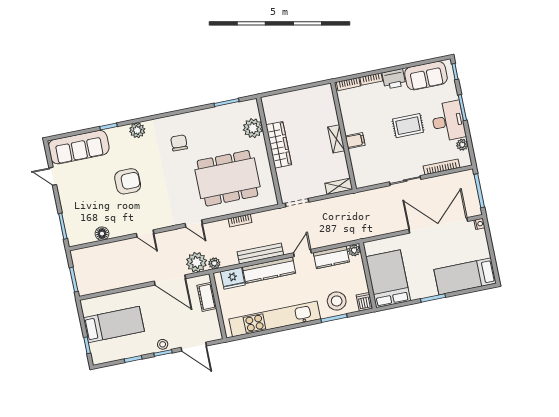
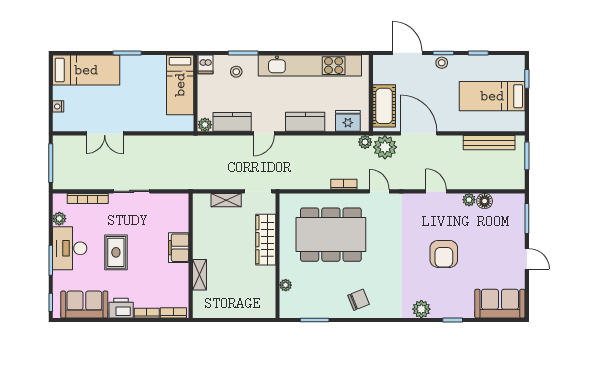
rug: (408, 126) -> (116, 252), turned 90
plant: (253, 128) -> (286, 285), width x0.53, depth x0.53
shelving: (336, 139) -> (200, 275), moved
filing cabinet: (355, 141) -> (179, 248), width x2.00
chair: (179, 143) -> (359, 300), moved, turned -114
wardrobe: (279, 145) -> (266, 240), moved
sofa: (79, 147) -> (500, 304), width x0.73
door: (53, 176) -> (527, 259), moved
armchair: (128, 181) -> (444, 254), turned -90
shelving: (339, 186) -> (226, 200), moved
bookcase: (240, 221) -> (344, 184), moved
nightstand: (479, 224) -> (58, 106), moved
double door: (438, 225) -> (105, 133), width x0.54
plant: (116, 232) -> (469, 200), added
bench: (260, 253) -> (489, 143), moved
kitchen counter: (269, 270) -> (305, 122), width x0.67
bed: (388, 279) -> (180, 85), width x0.67
cot: (207, 297) -> (384, 106), width x1.37, depth x1.34
stool: (337, 301) -> (236, 72), width x0.53, depth x0.53

